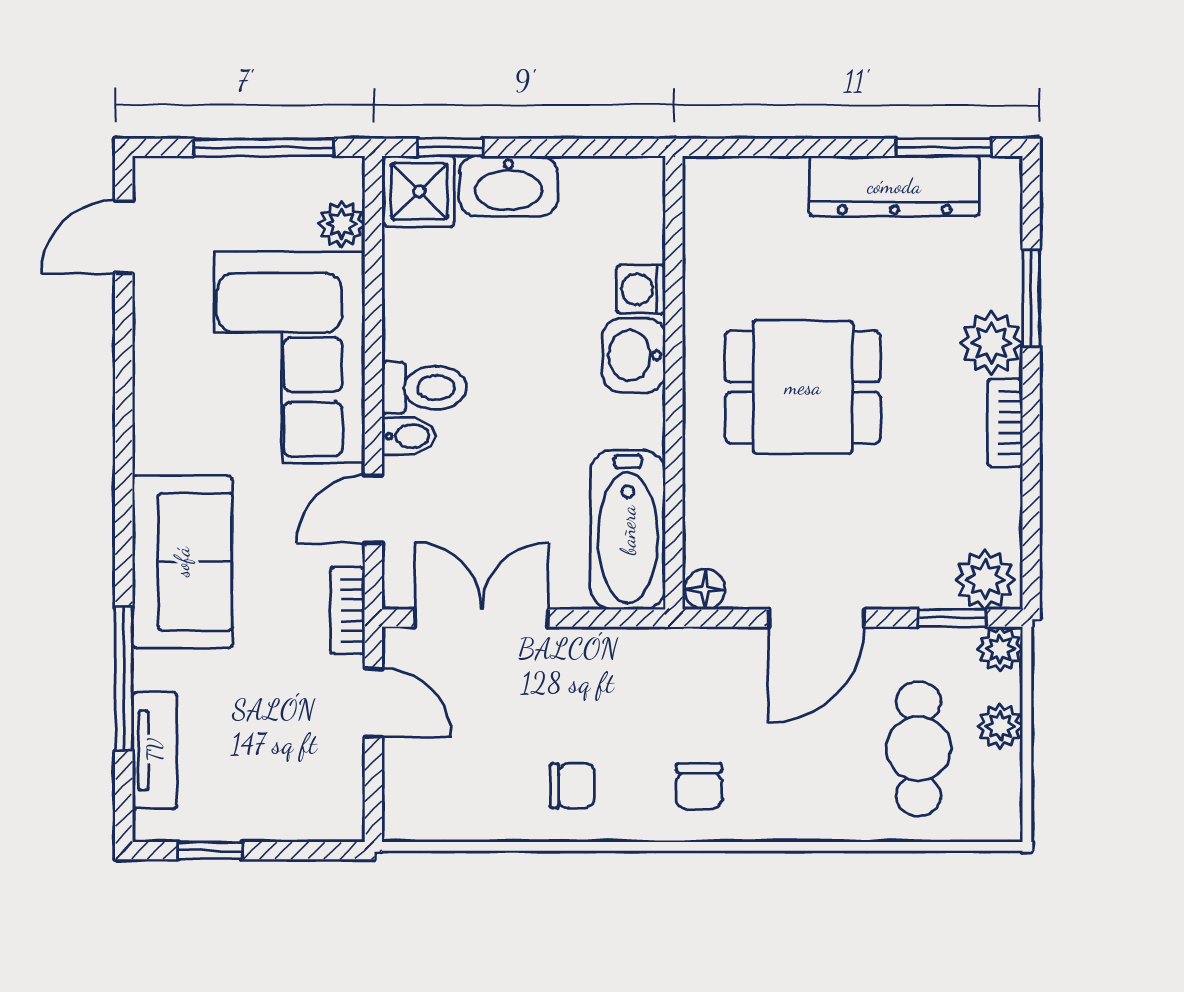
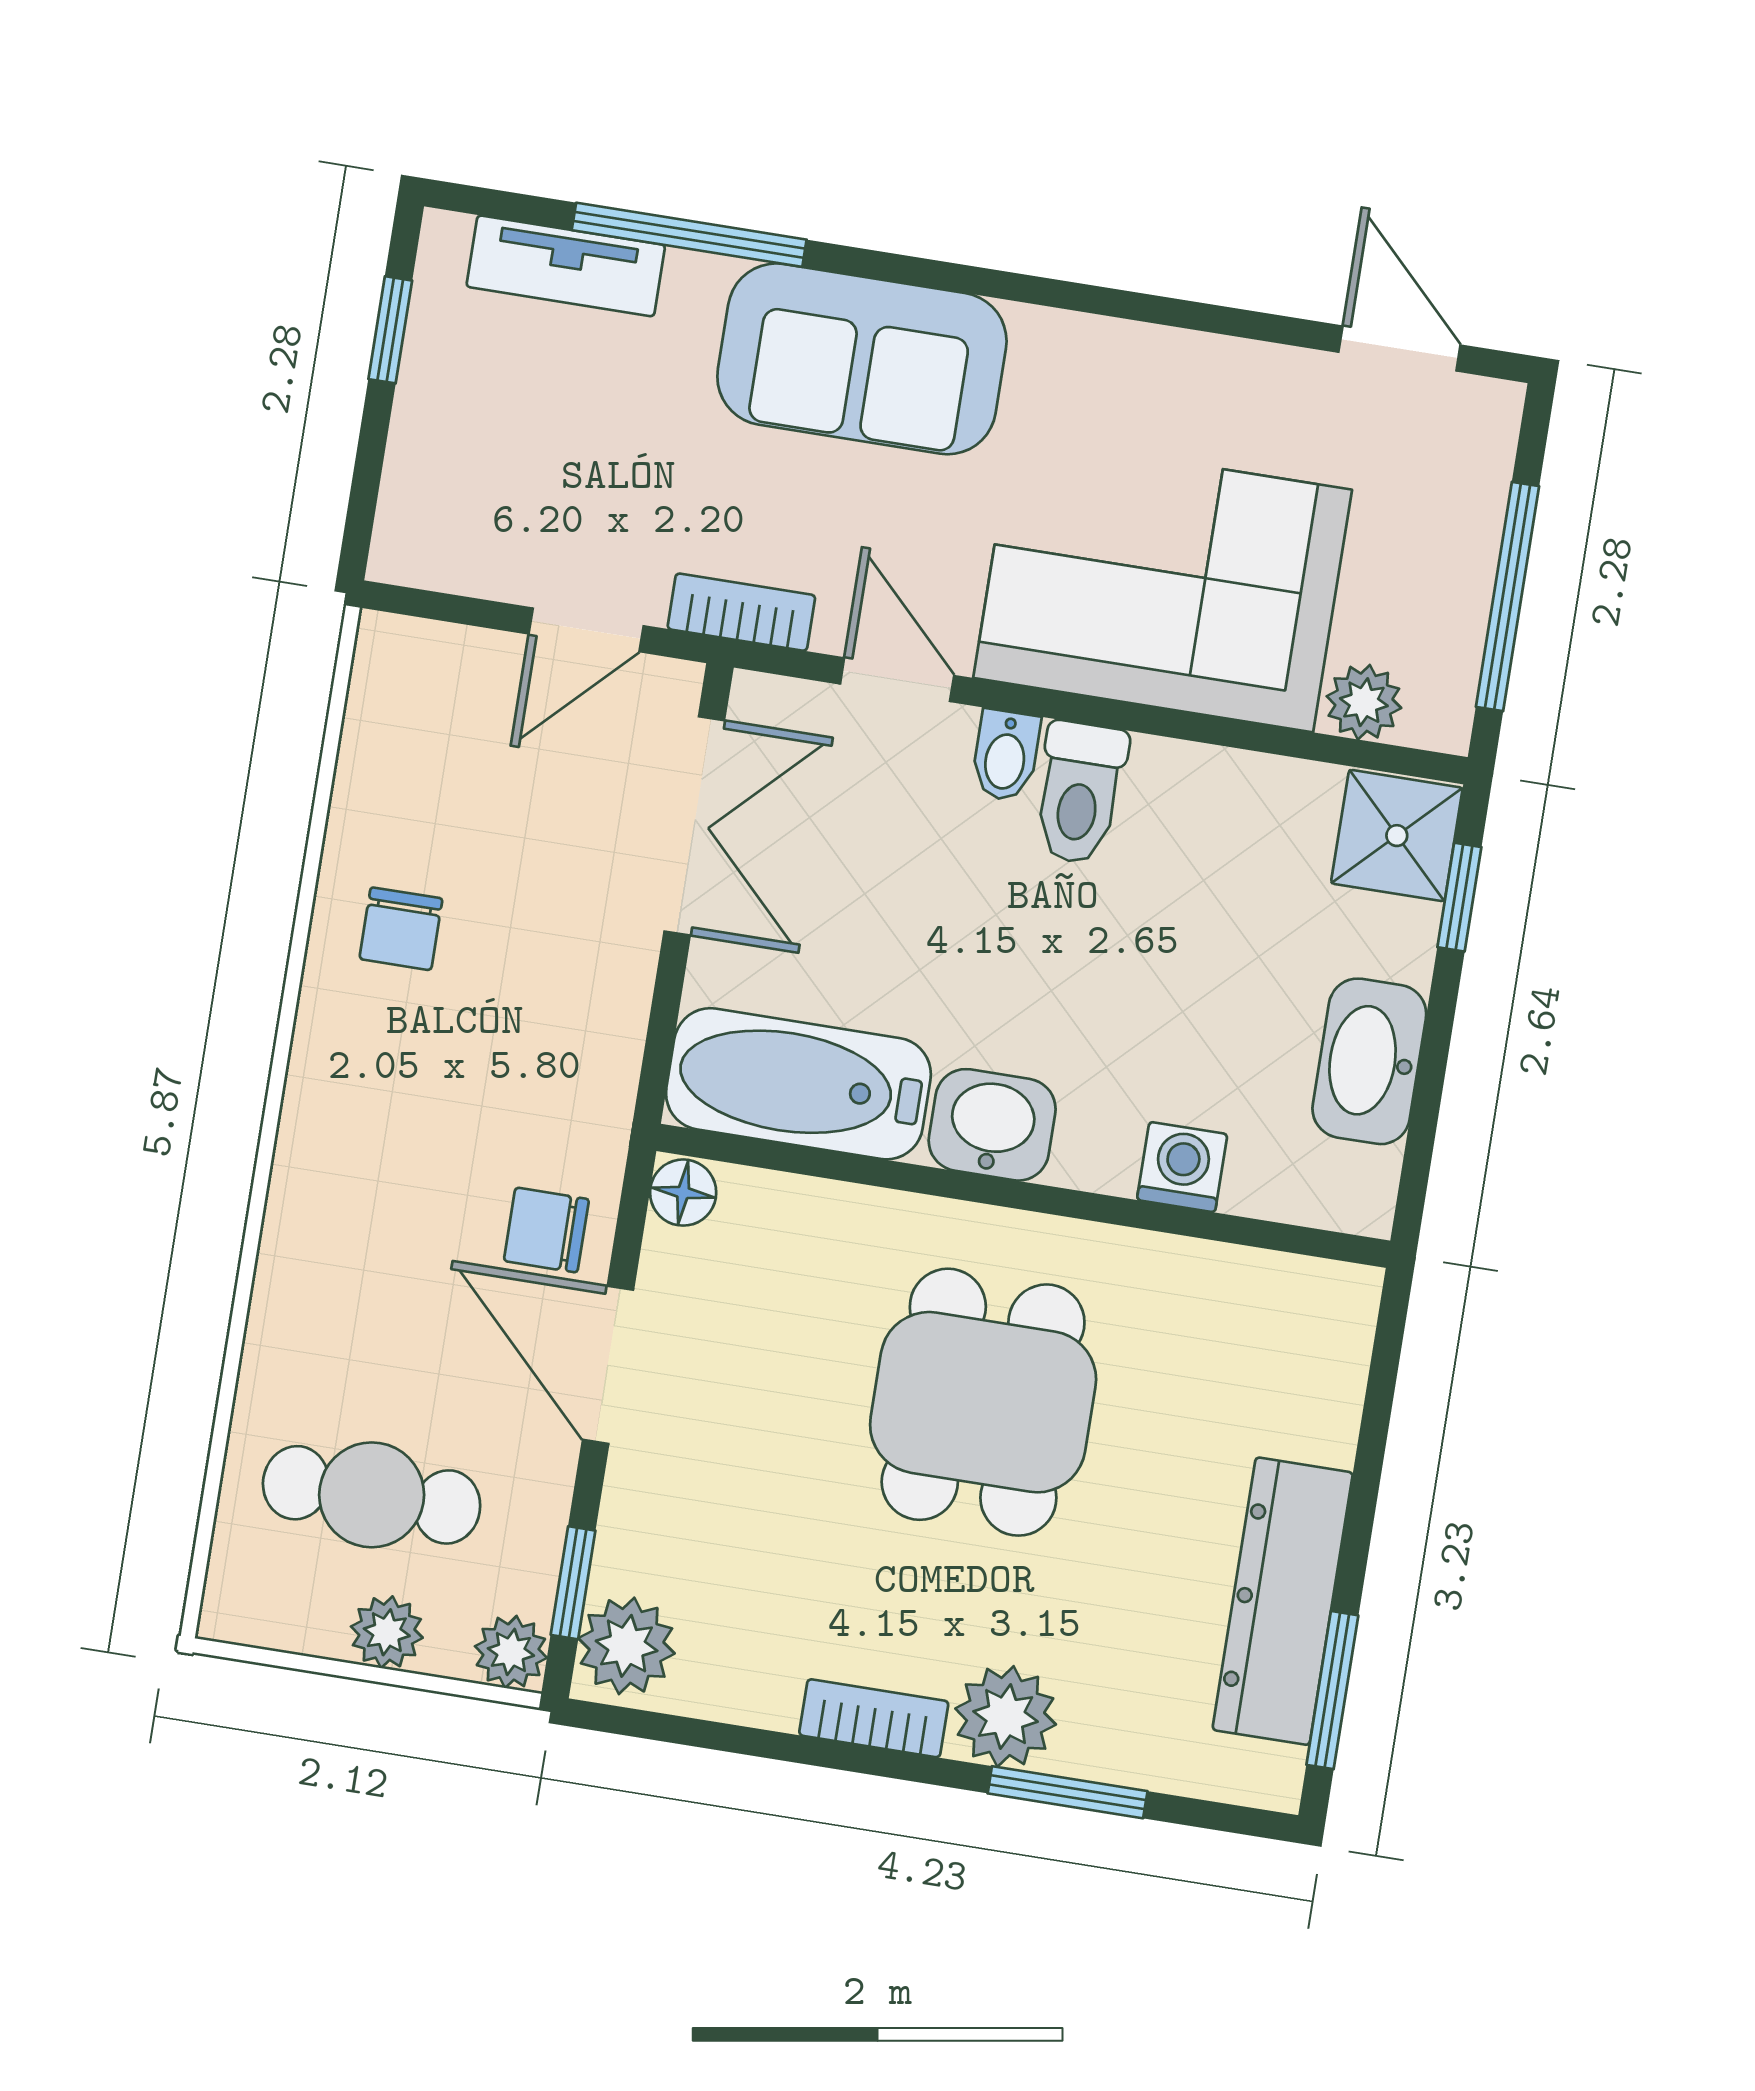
washbasin: (508, 186) -> (1369, 1061), moved
washbasin: (634, 355) -> (992, 1125), moved
chair: (699, 786) -> (546, 1230), moved

